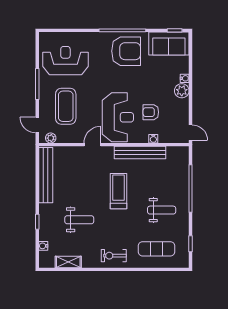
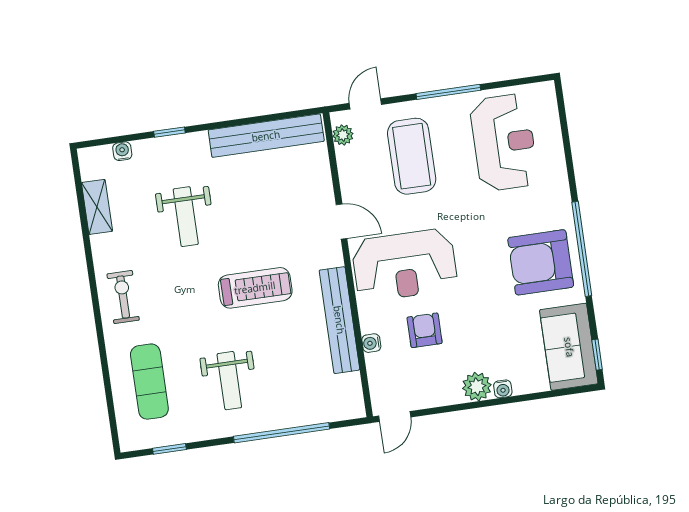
armchair: (126, 51) -> (541, 262), turned 90
coffee table: (66, 106) -> (412, 156), turned 90

